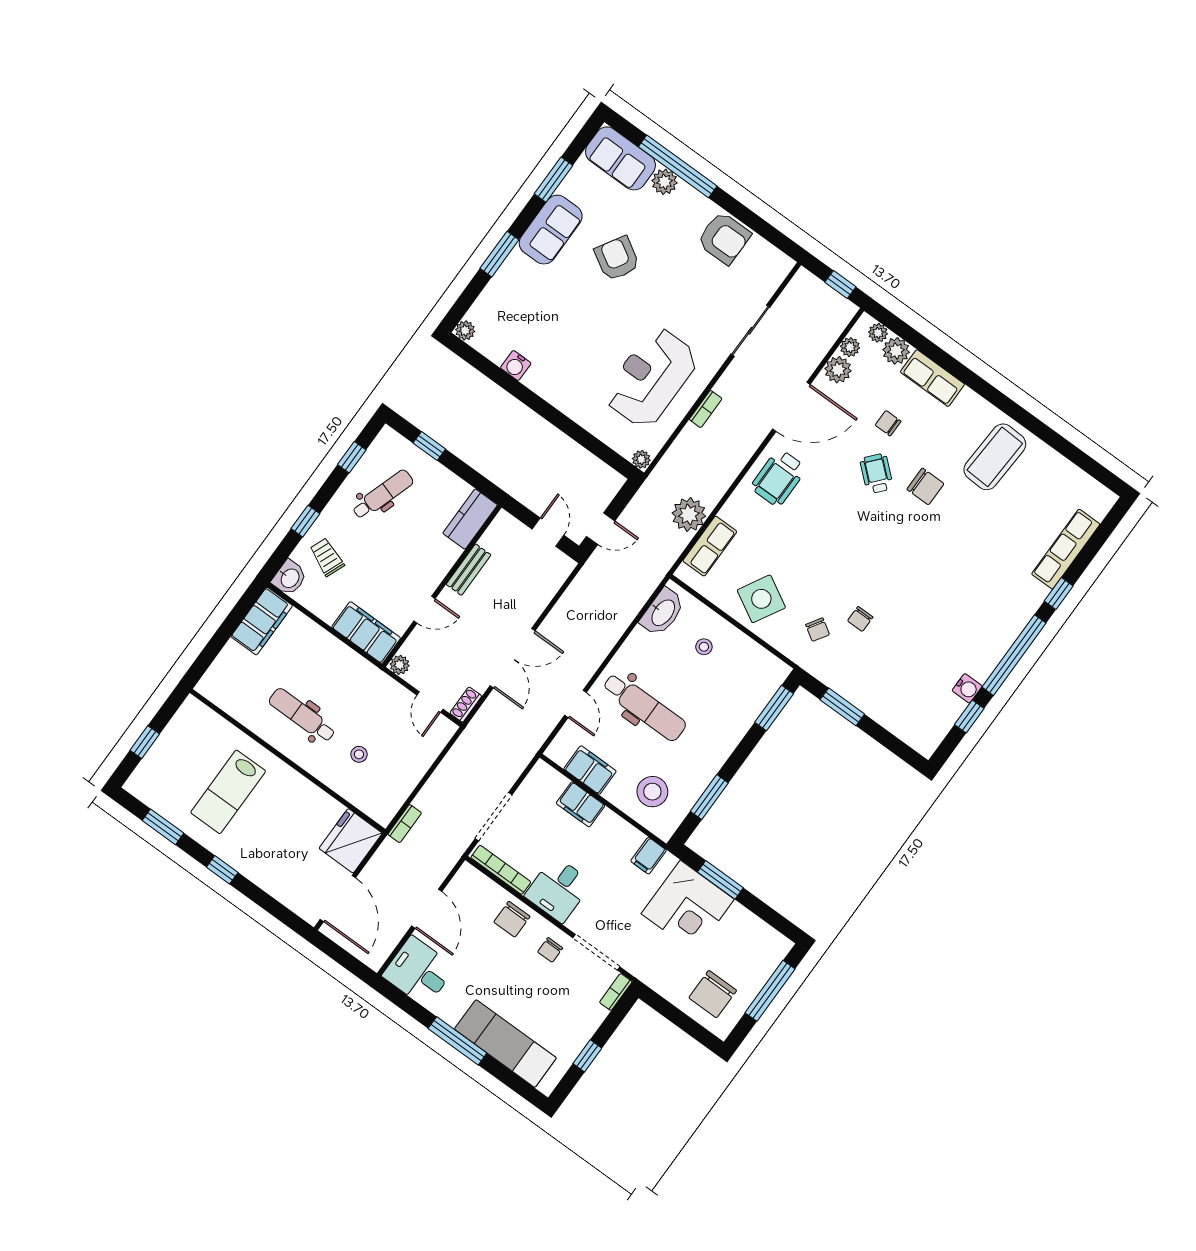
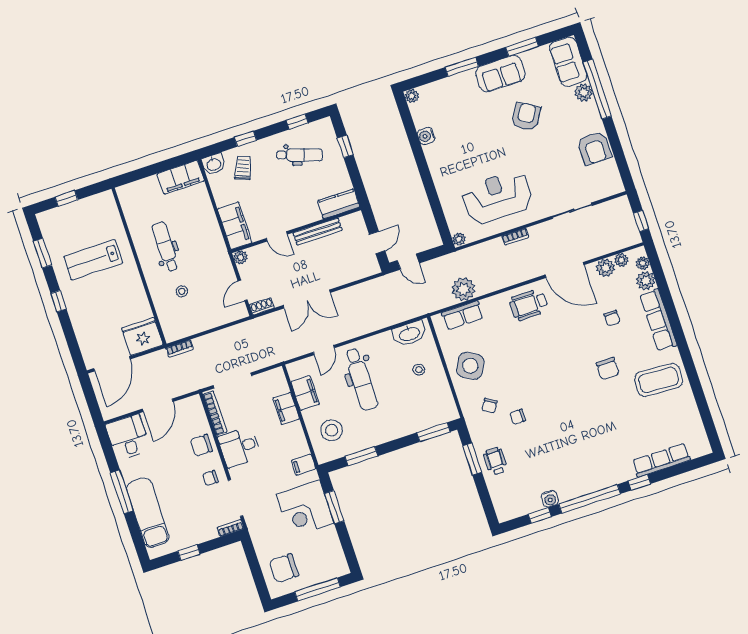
row of seats: (932, 378) -> (658, 320), width x1.48
chair: (888, 423) -> (612, 318), turned 180
wheelchair: (877, 474) -> (496, 461), moved, turned -41
bench: (469, 570) -> (318, 232), width x1.36

